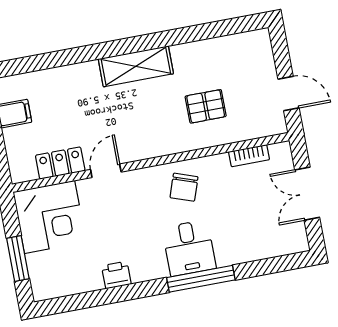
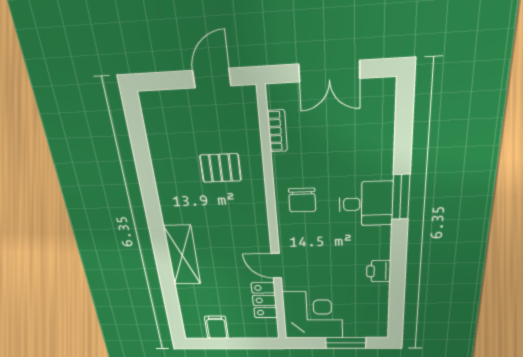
shelving: (136, 66) -> (182, 255), moved
pallet: (206, 106) -> (221, 168), turned 90
chair: (184, 187) -> (302, 200), turned 71
window: (201, 279) -> (401, 197), width x0.69

